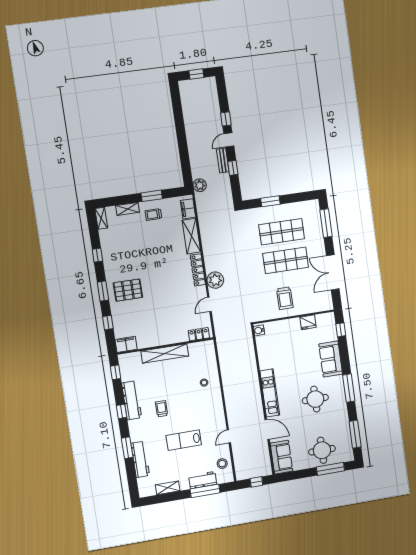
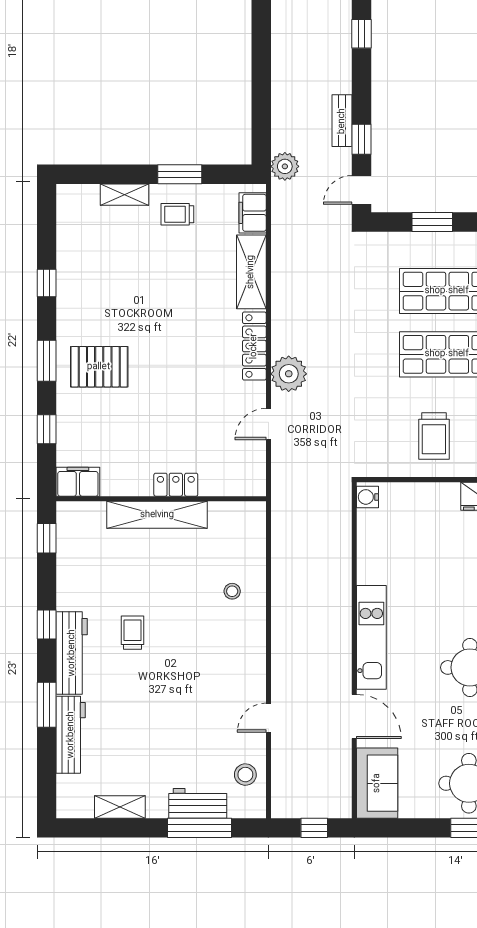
door: (229, 140) -> (361, 190), moved
shelving: (101, 218) -> (66, 206), removed
locker: (199, 334) -> (176, 485), moved
workbench: (132, 400) -> (72, 653), moved
lab bench: (184, 440) -> (170, 709), removed

